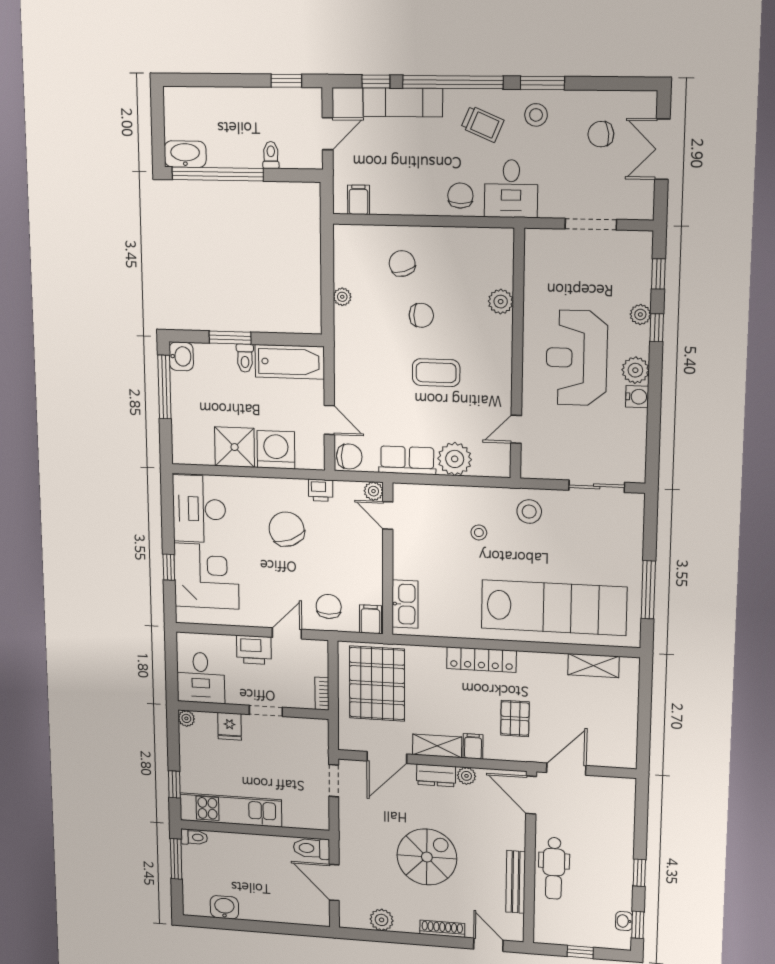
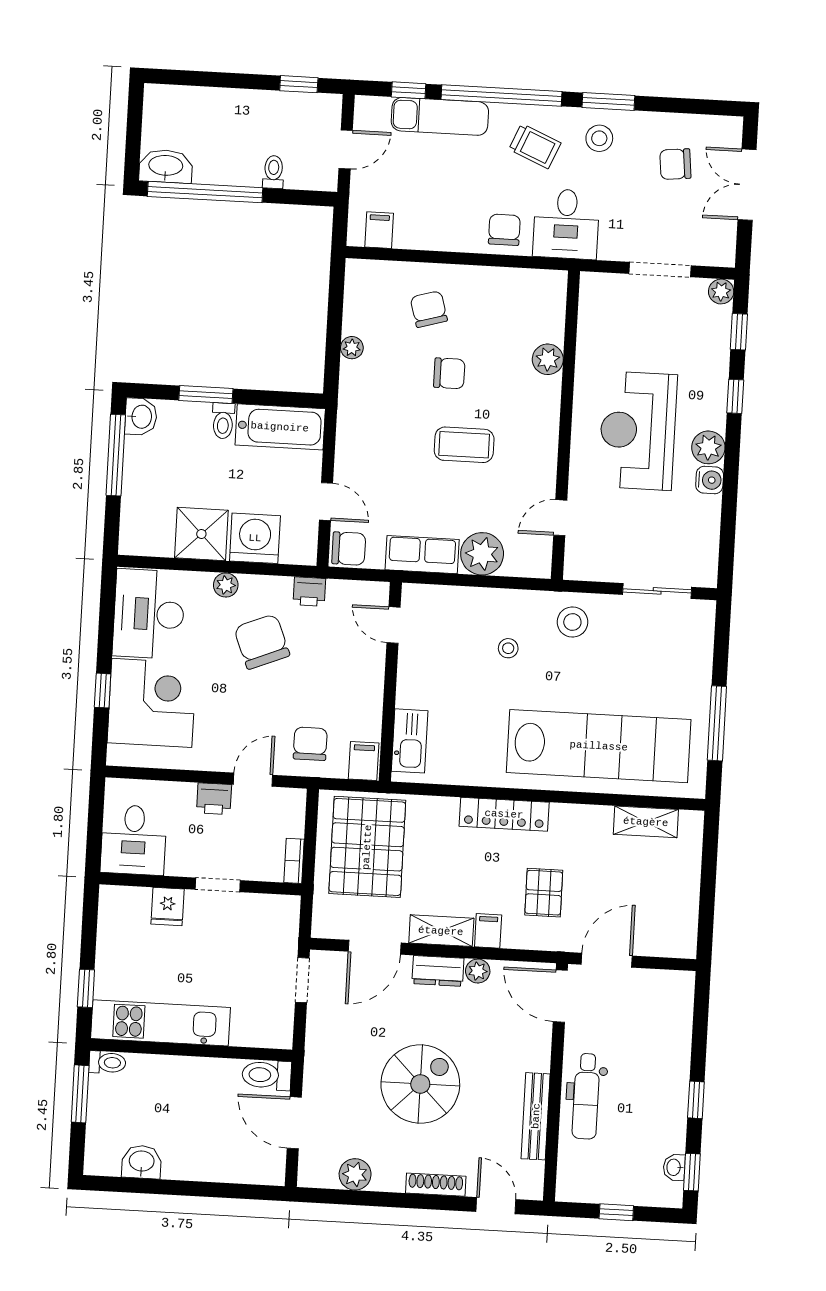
plant: (640, 314) -> (721, 292), moved
plant: (373, 491) -> (226, 585), moved
printer: (254, 650) -> (214, 799), width x0.73, depth x0.81
plant: (186, 718) -> (110, 896), removed

